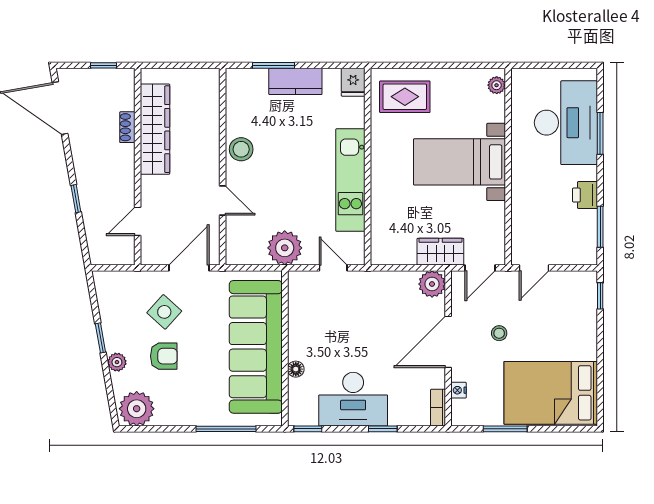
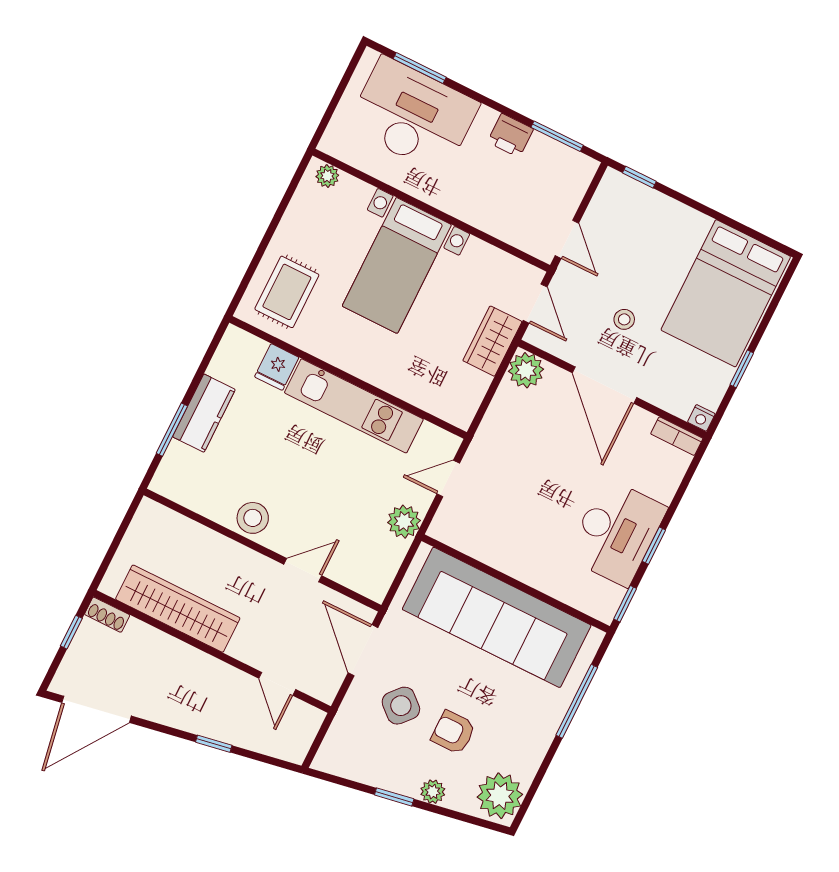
fridge: (353, 82) -> (277, 367), moved, turned 90
shoe rack: (127, 127) -> (107, 615), moved
window: (600, 133) -> (420, 68), moved
plant: (285, 248) -> (404, 522), width x0.73, depth x0.73
armchair: (164, 356) -> (453, 732), turned -90
floor lamp: (296, 369) -> (547, 583), removed
nightstand: (459, 390) -> (701, 418), moved
window: (383, 429) -> (654, 546), moved
window: (505, 429) -> (742, 369), width x0.67

